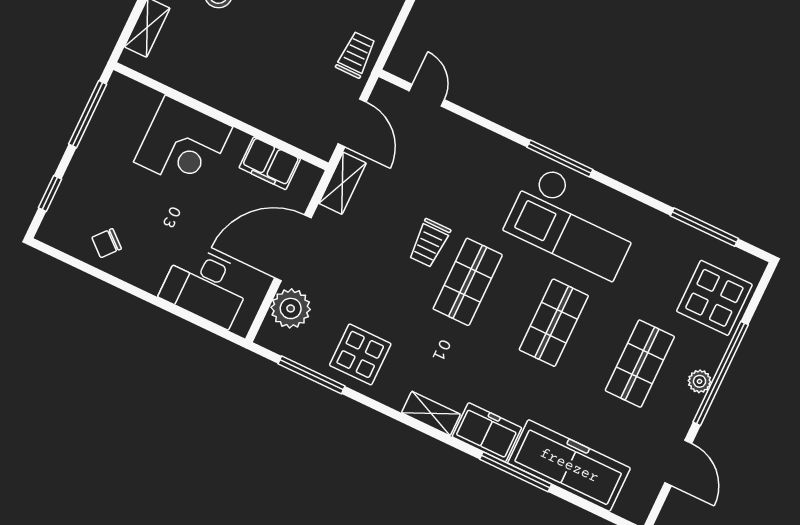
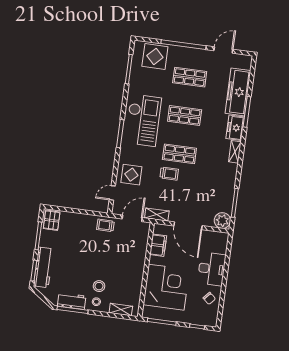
corner desk: (183, 144) -> (166, 287), width x1.36, depth x1.36
desk: (206, 286) -> (212, 269), moved
plant: (291, 308) -> (222, 221), moved
display table: (360, 354) -> (131, 175), moved
plant: (700, 381) -> (189, 52), removed

